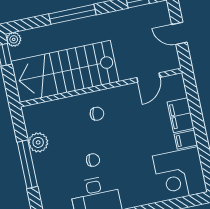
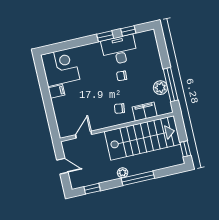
plant: (14, 39) -> (123, 173), moved
filing cabinet: (181, 115) -> (145, 112), moved, turned -90
window: (27, 164) -> (171, 85), moved

